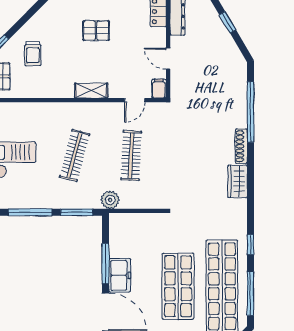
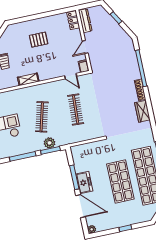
door: (168, 59) -> (85, 47), hinge flipped
shelving: (91, 91) -> (28, 79), moved
door: (135, 100) -> (71, 76), hinge flipped
plant: (110, 200) -> (49, 143), moved

